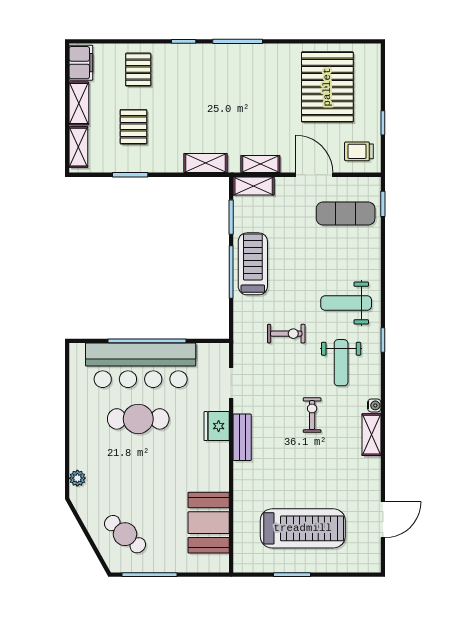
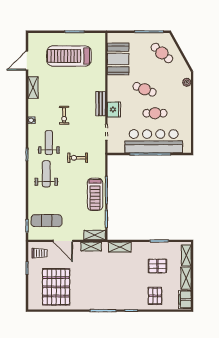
pallet: (133, 127) -> (157, 266), turned 90
weight bench: (346, 303) -> (46, 174), turned -90
cafe table: (138, 419) -> (155, 113), width x0.73, depth x0.74
shelving: (371, 435) -> (33, 87), moved
cafe table: (158, 465) -> (145, 89), added

